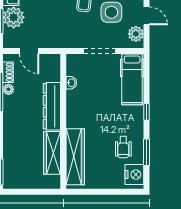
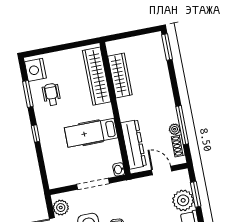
hospital bed: (132, 79) -> (91, 133), moved, turned -90
washbasin: (71, 83) -> (119, 169), moved
dresser: (52, 106) -> (134, 144), moved

